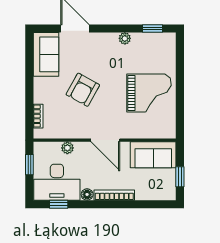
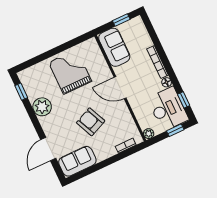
plant: (125, 38) -> (42, 107), width x1.87, depth x1.87
armchair: (83, 90) -> (91, 122), turned -143
door: (105, 140) -> (120, 88), swing flipped
plant: (67, 148) -> (149, 134), moved
window: (29, 165) -> (175, 130), moved

